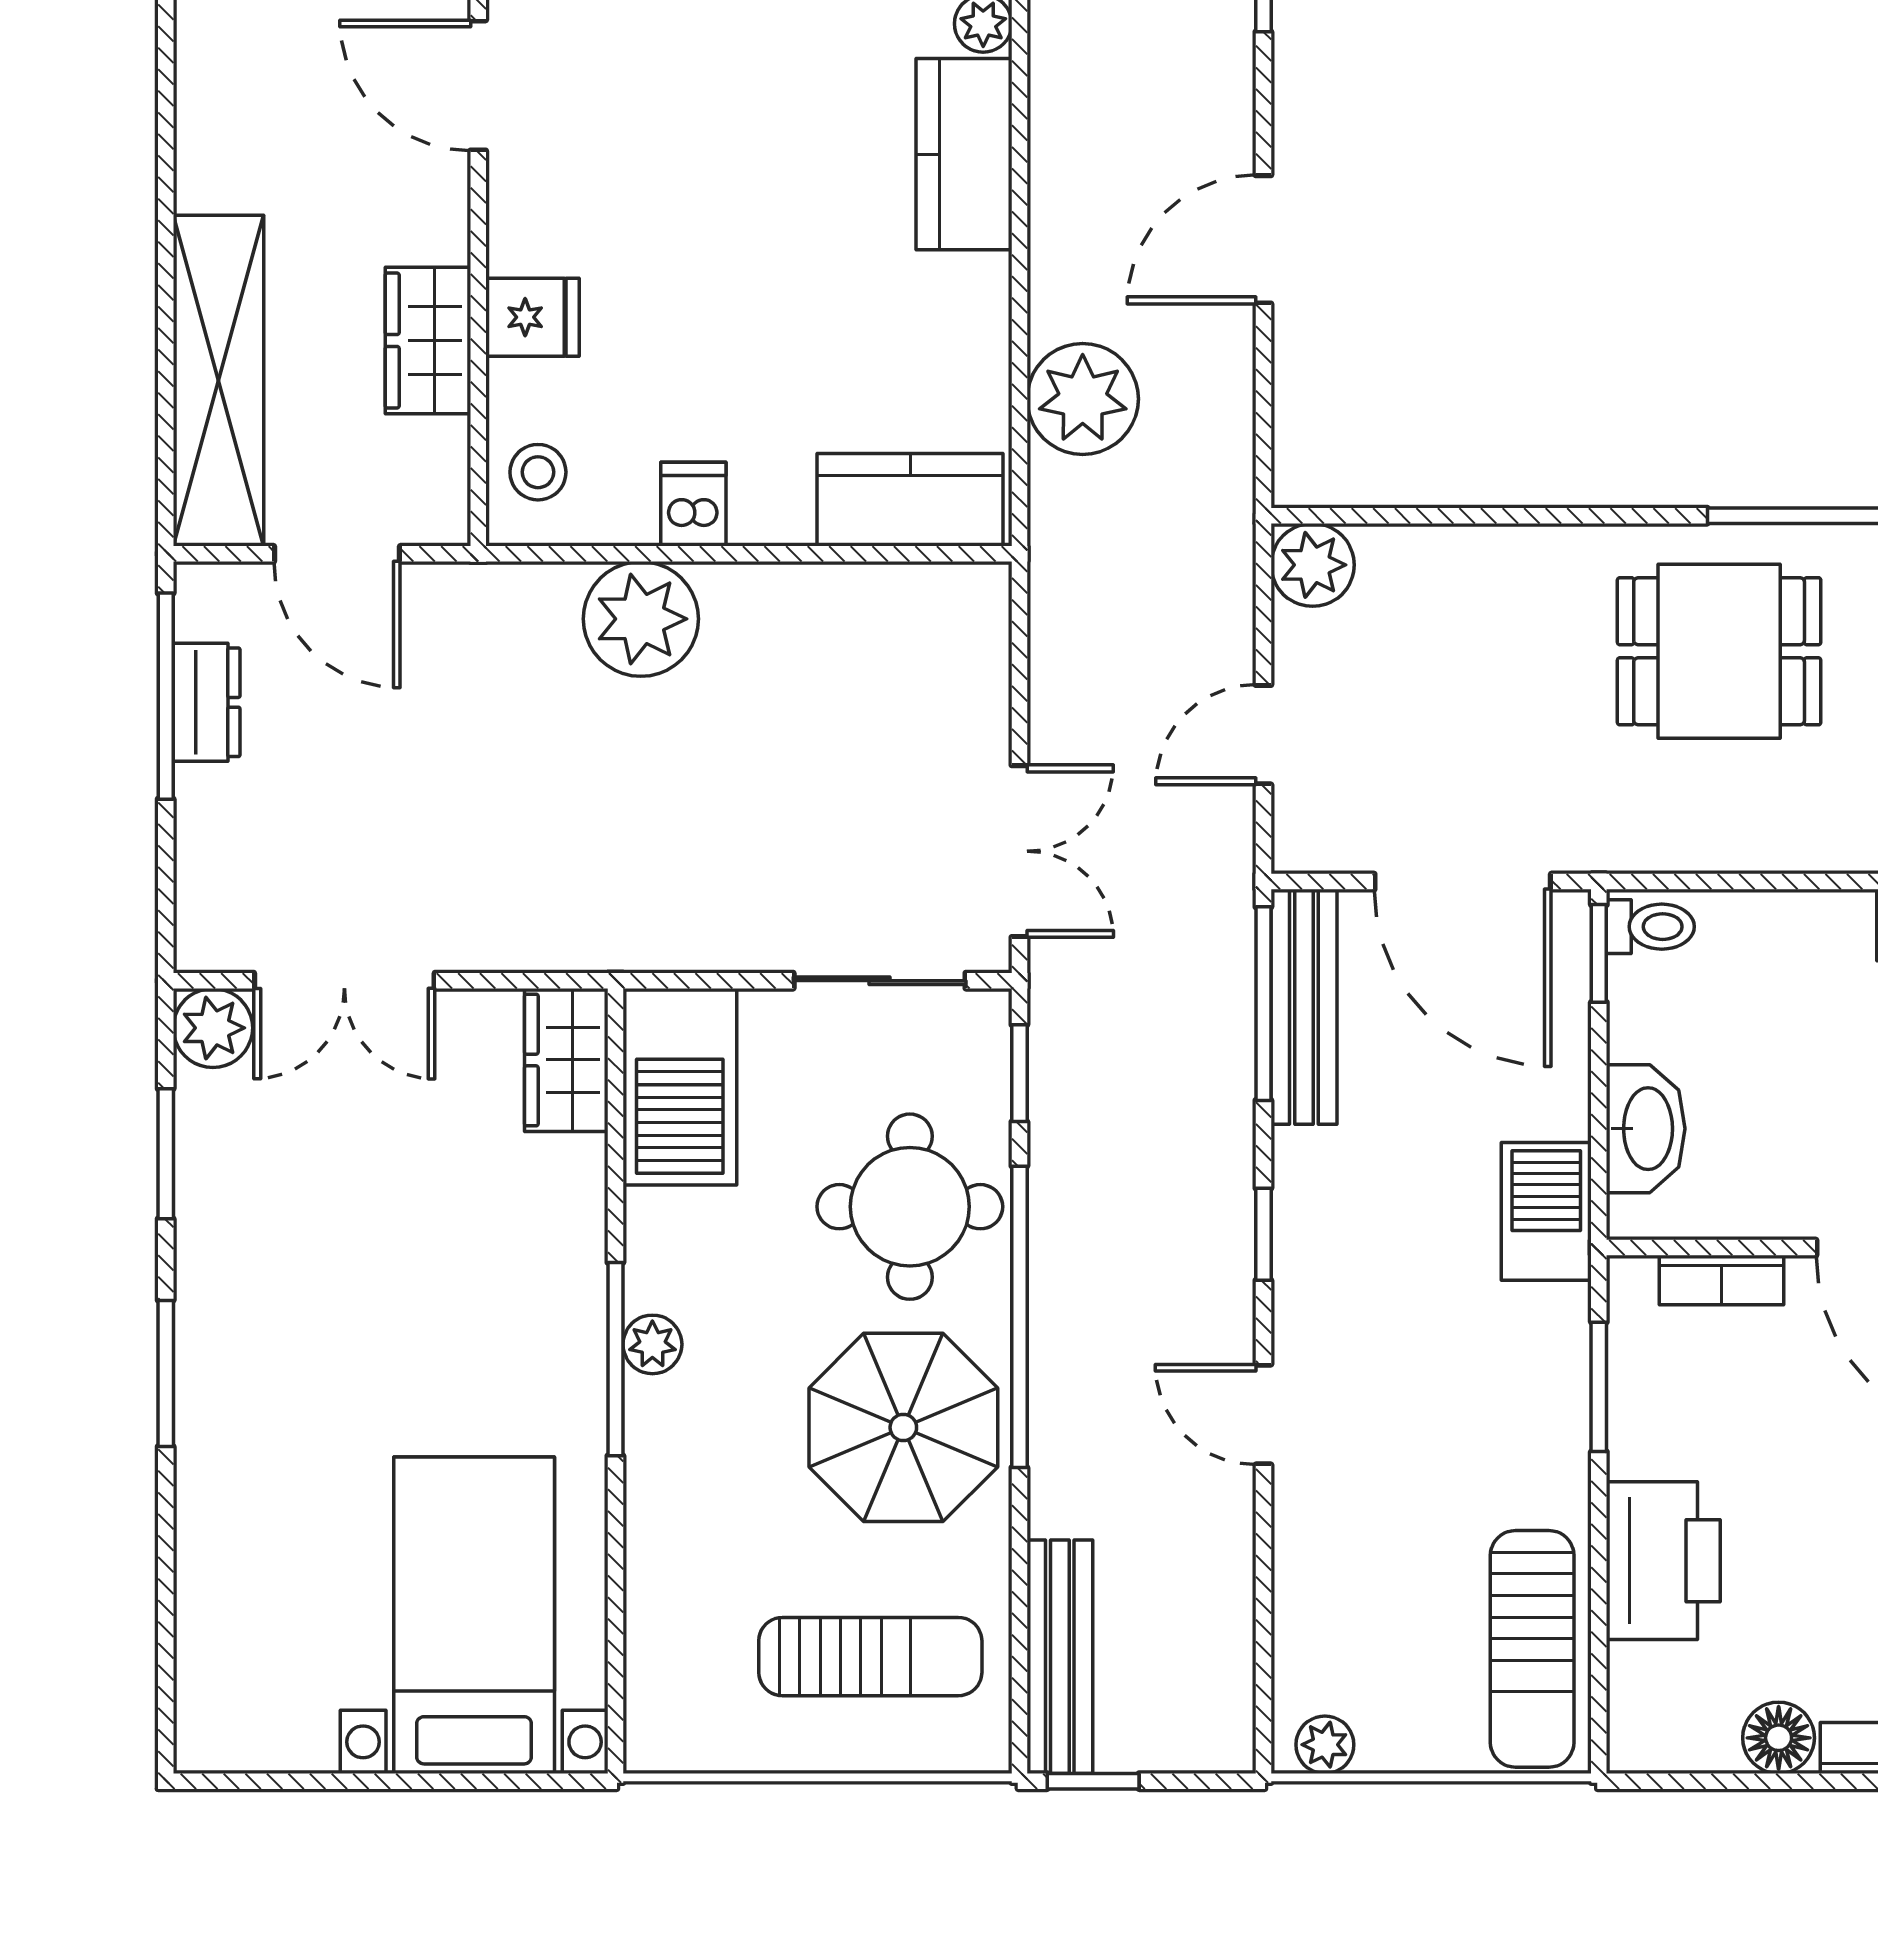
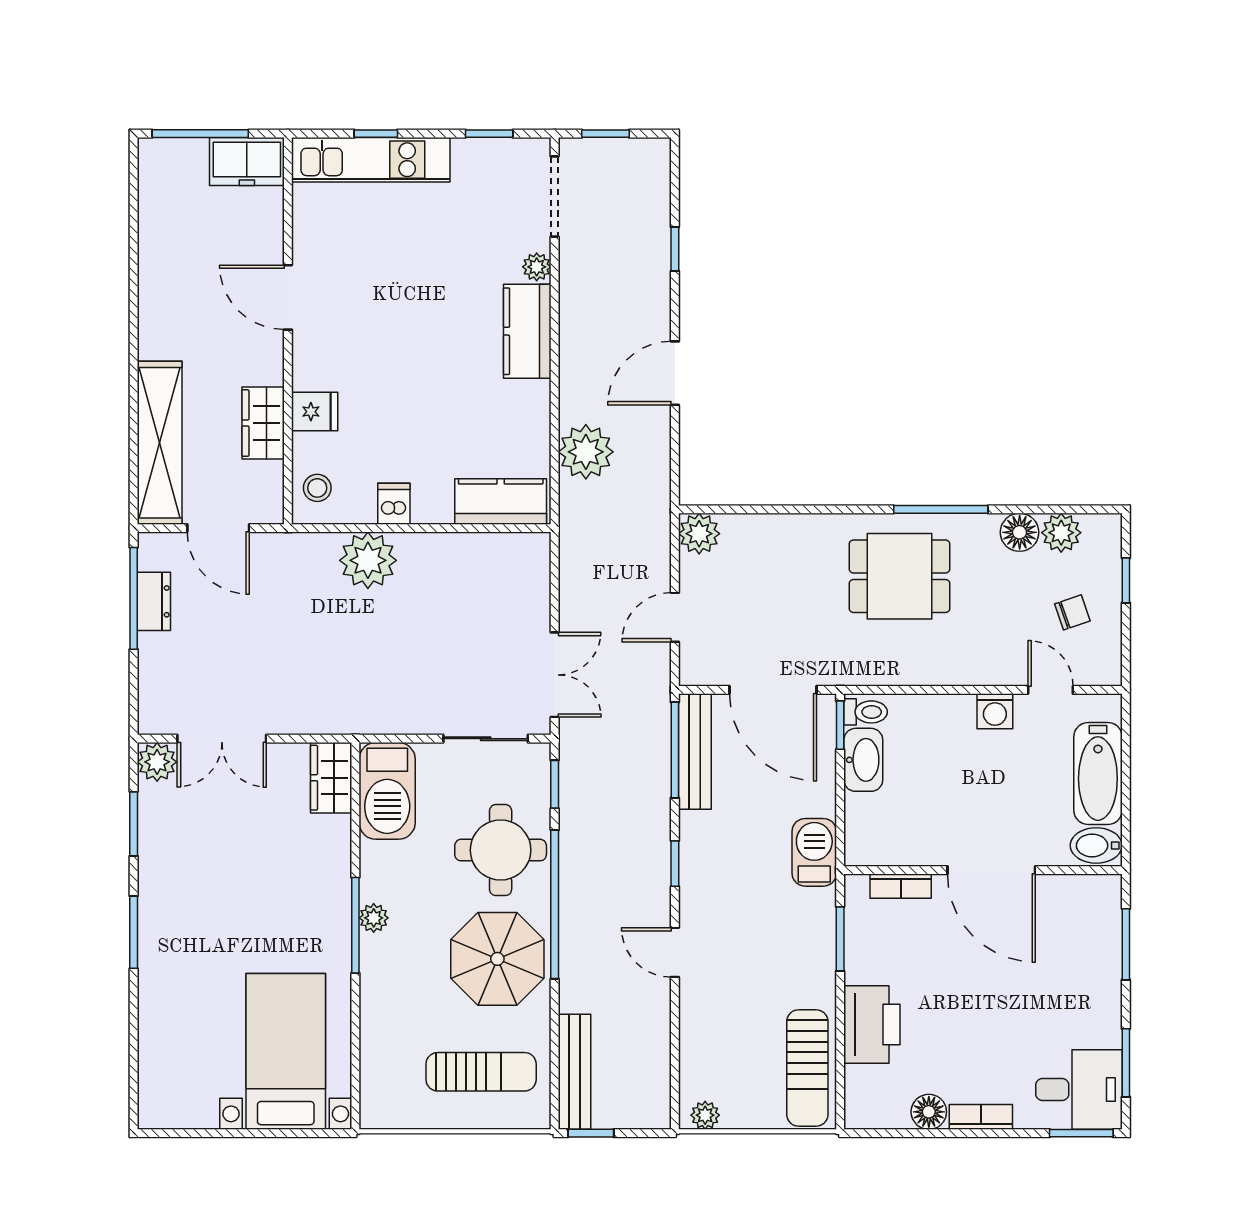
washbasin: (1646, 1129) -> (863, 760), moved

